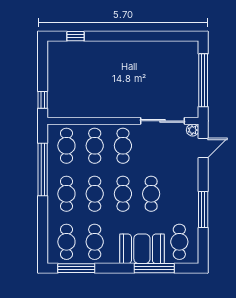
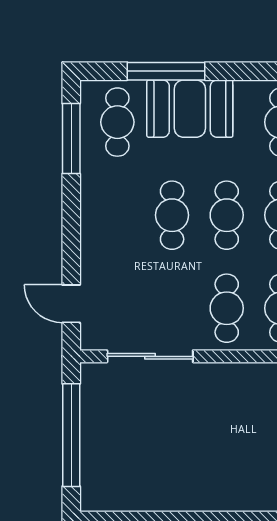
plant: (193, 130) -> (92, 339), removed
door: (203, 148) -> (71, 304), hinge flipped
window: (203, 209) -> (71, 139), moved

